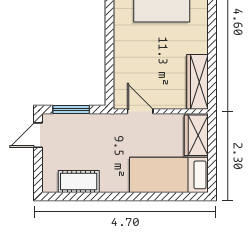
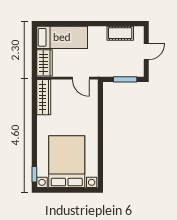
door: (38, 135) -> (146, 52), moved

